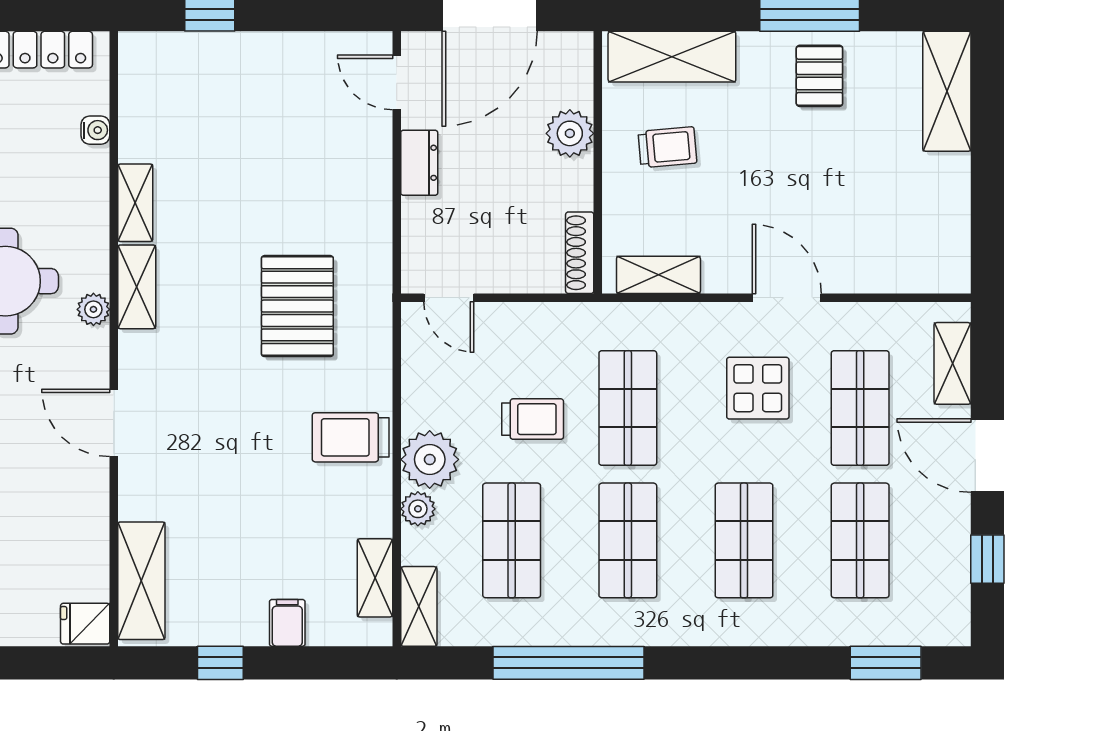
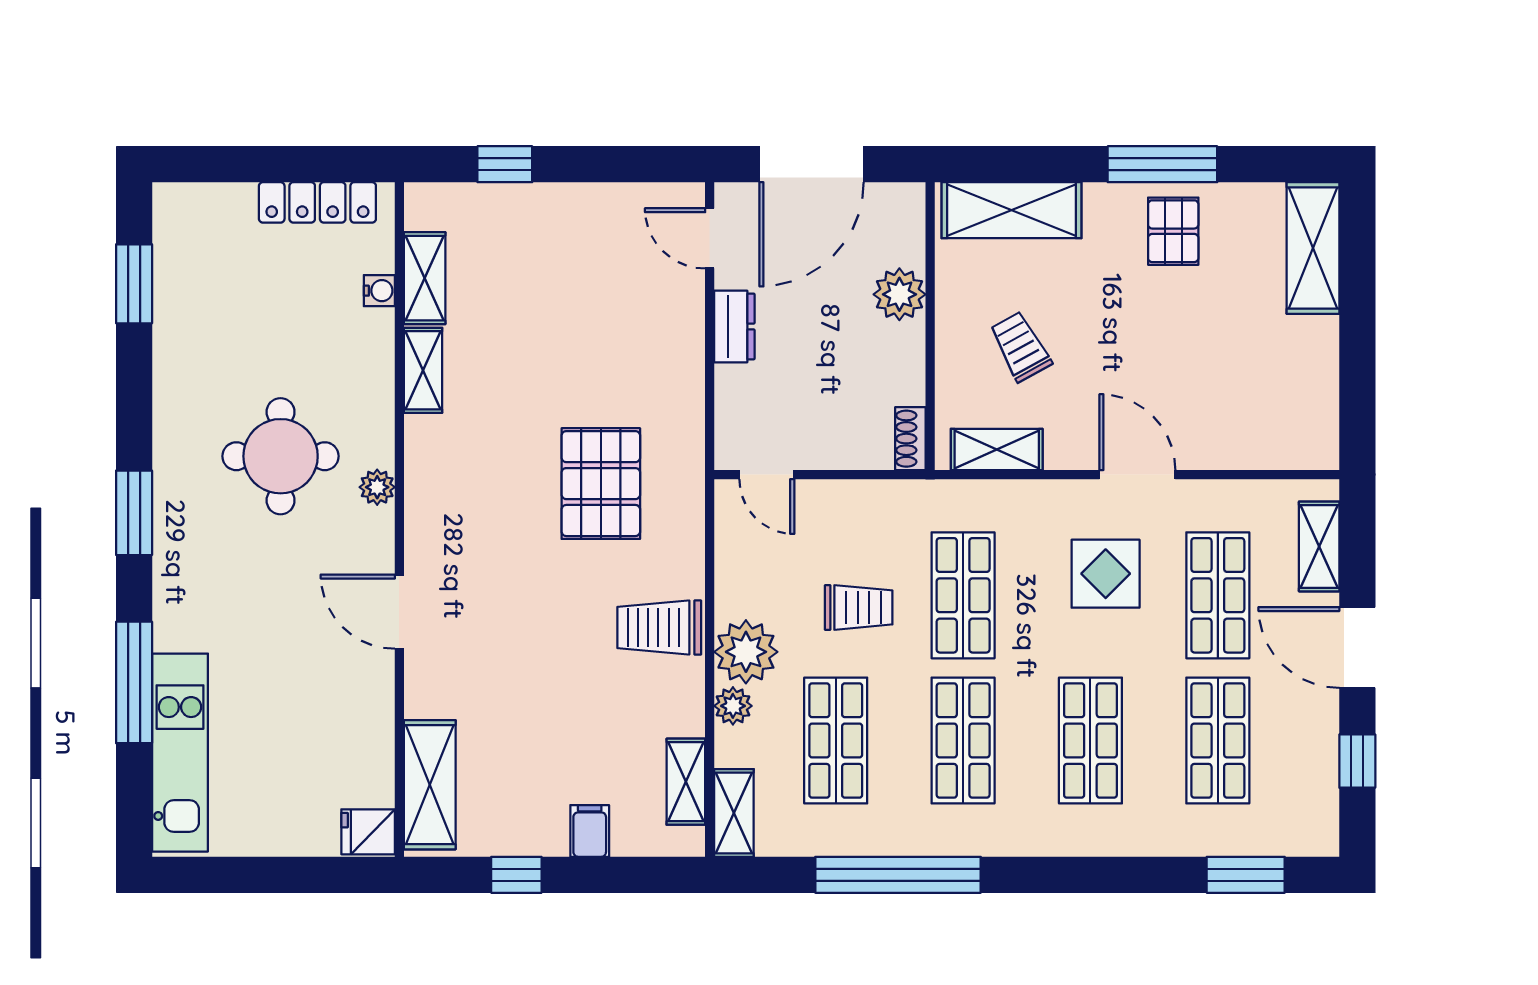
trolley: (667, 147) -> (1020, 347), moved, turned -114
shoe rack: (580, 253) -> (910, 439), width x0.70
shelving: (137, 287) -> (425, 278), moved

